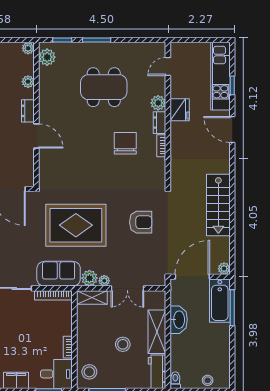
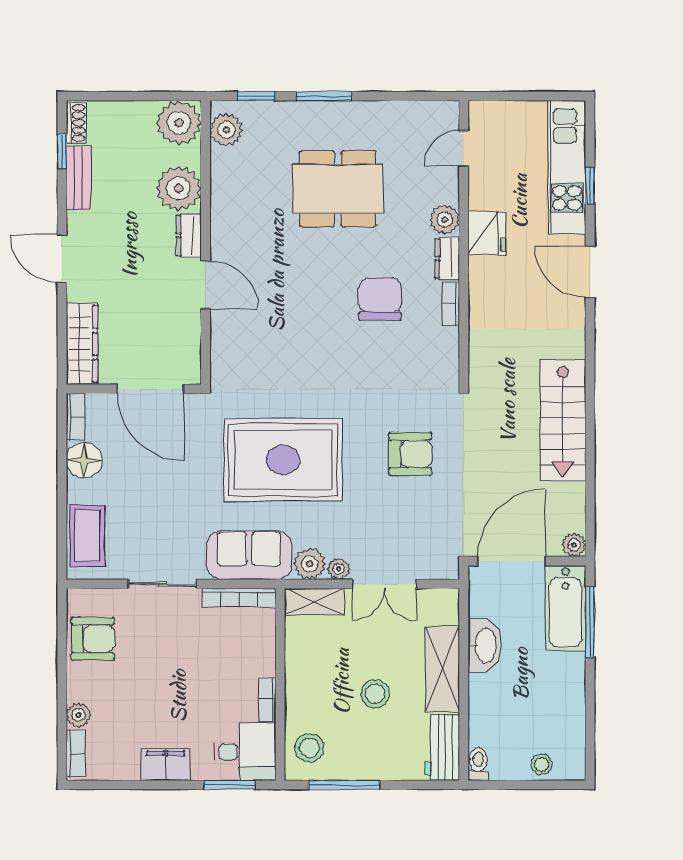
plant: (28, 48) -> (179, 123), width x1.87, depth x1.87
plant: (28, 82) -> (179, 189), width x1.87, depth x1.87

